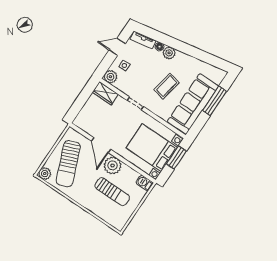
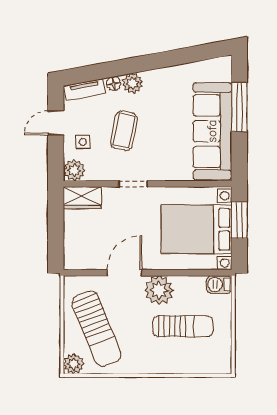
coffee table: (167, 86) -> (124, 131), moved
door: (101, 145) -> (124, 273), swing flipped

